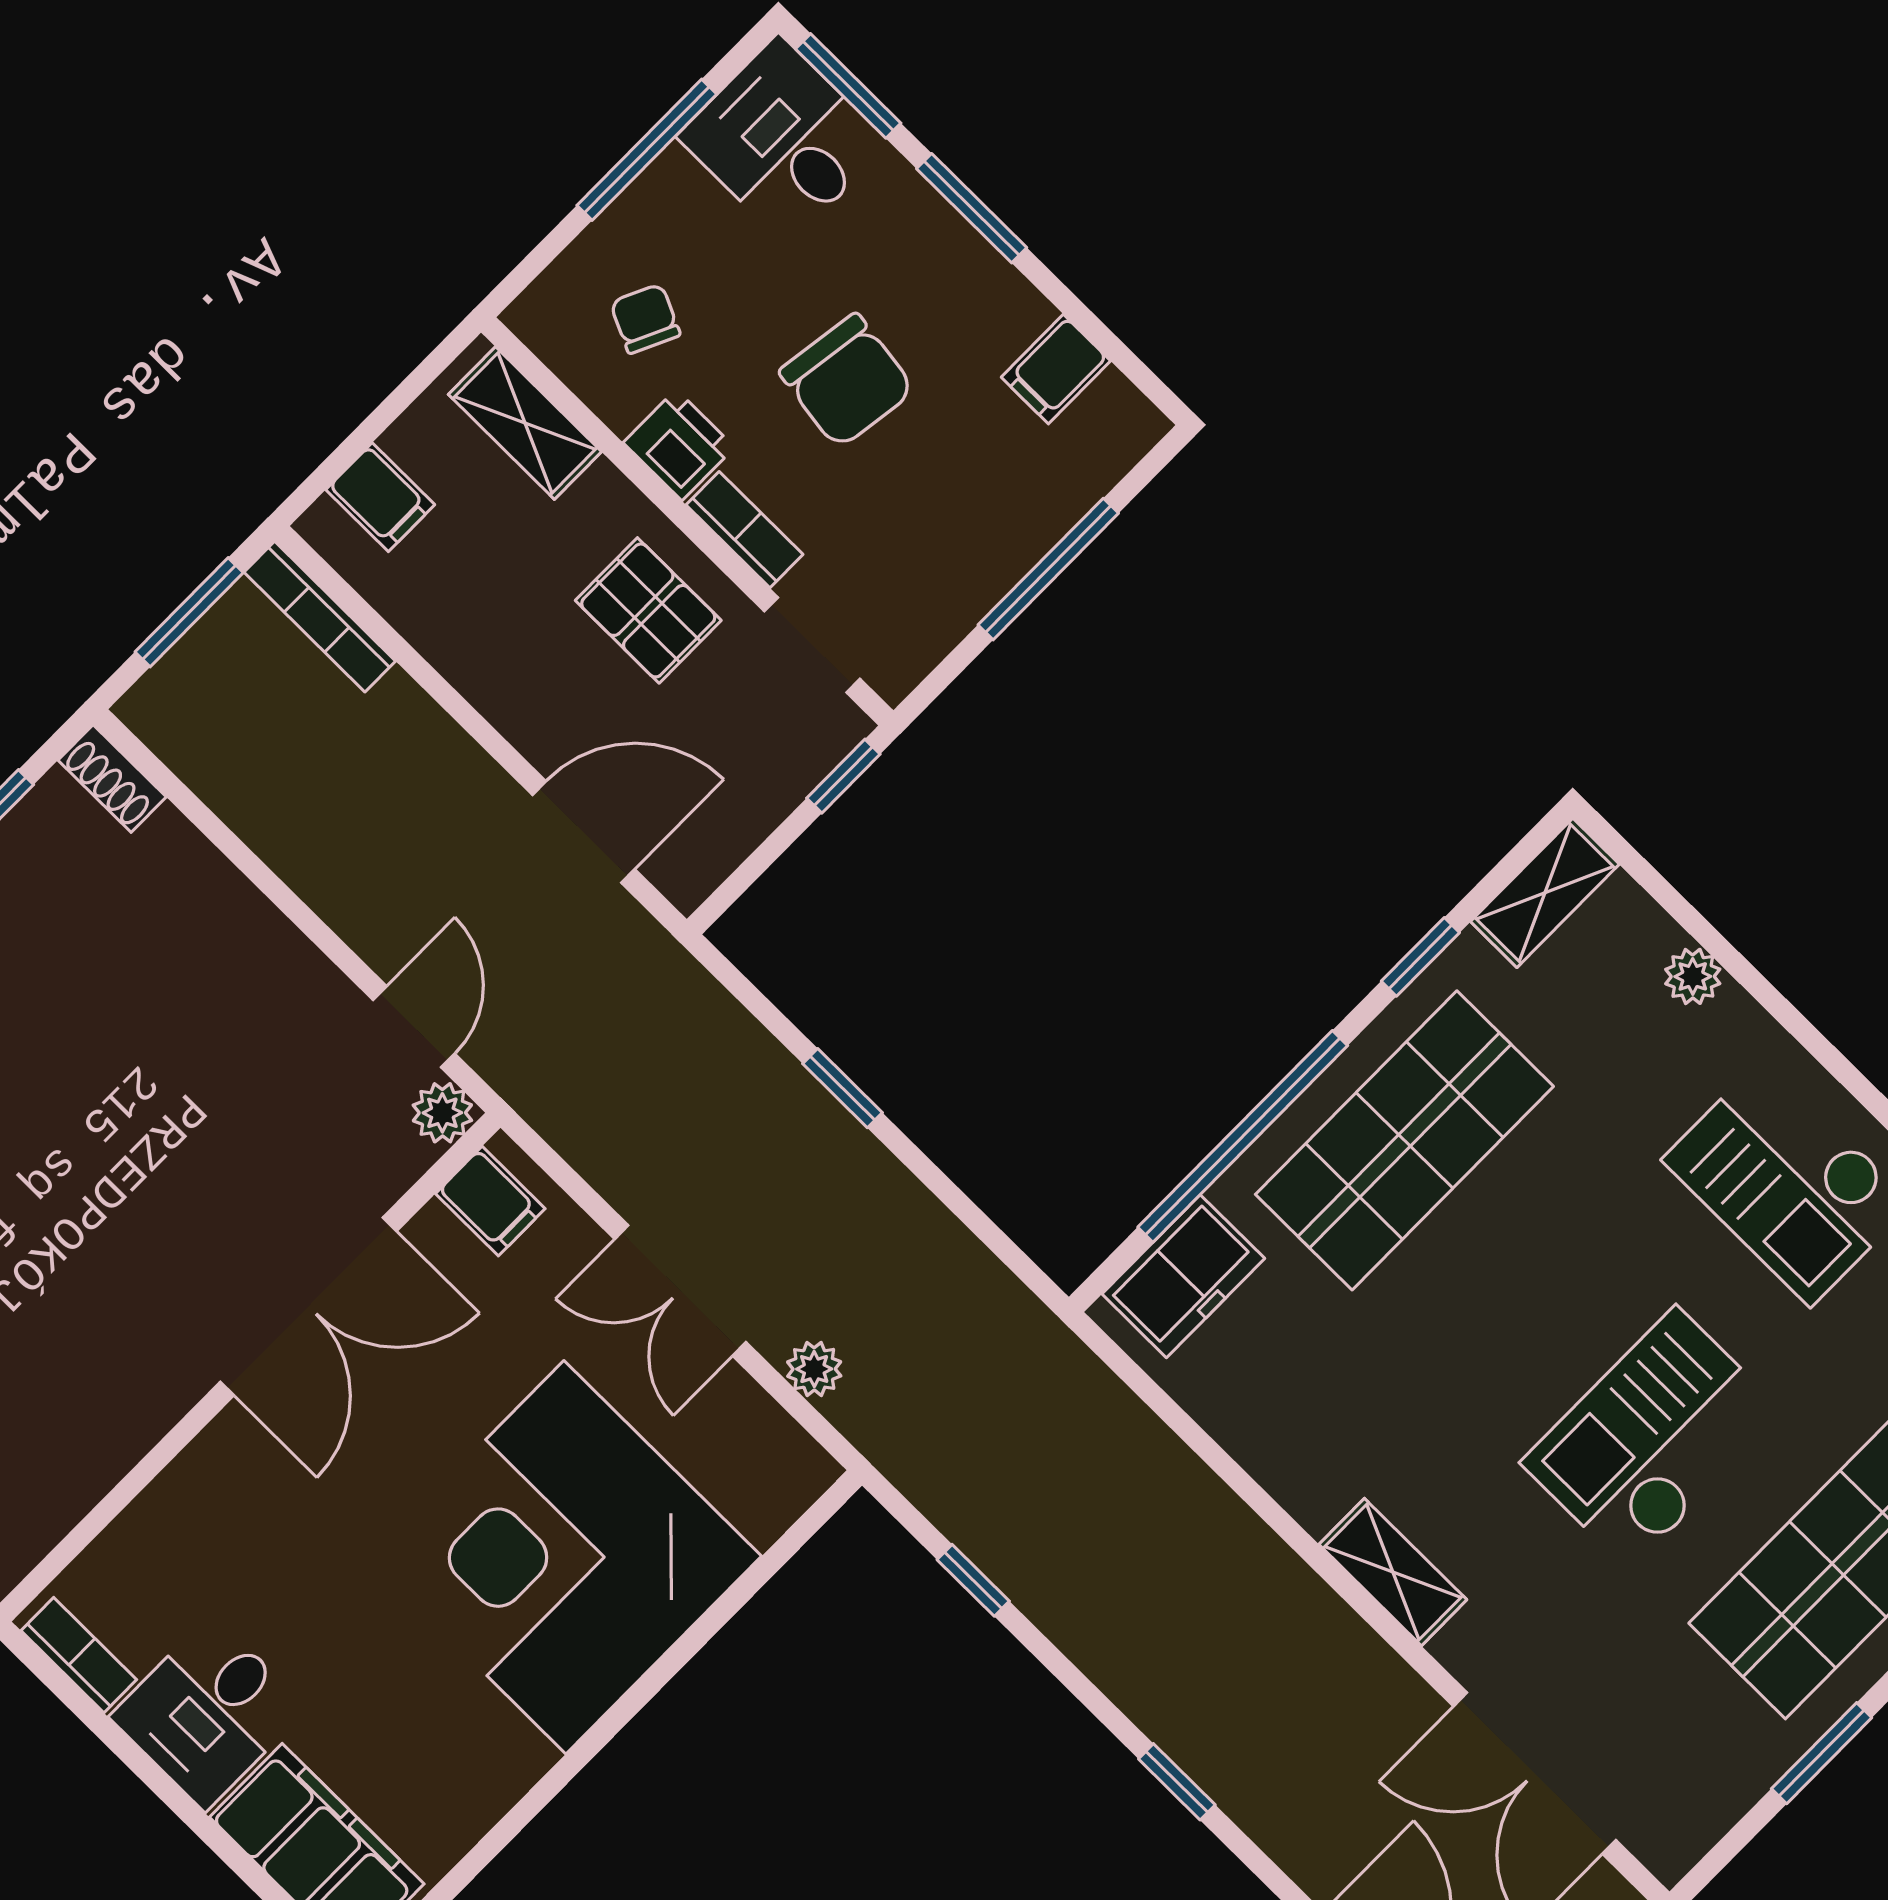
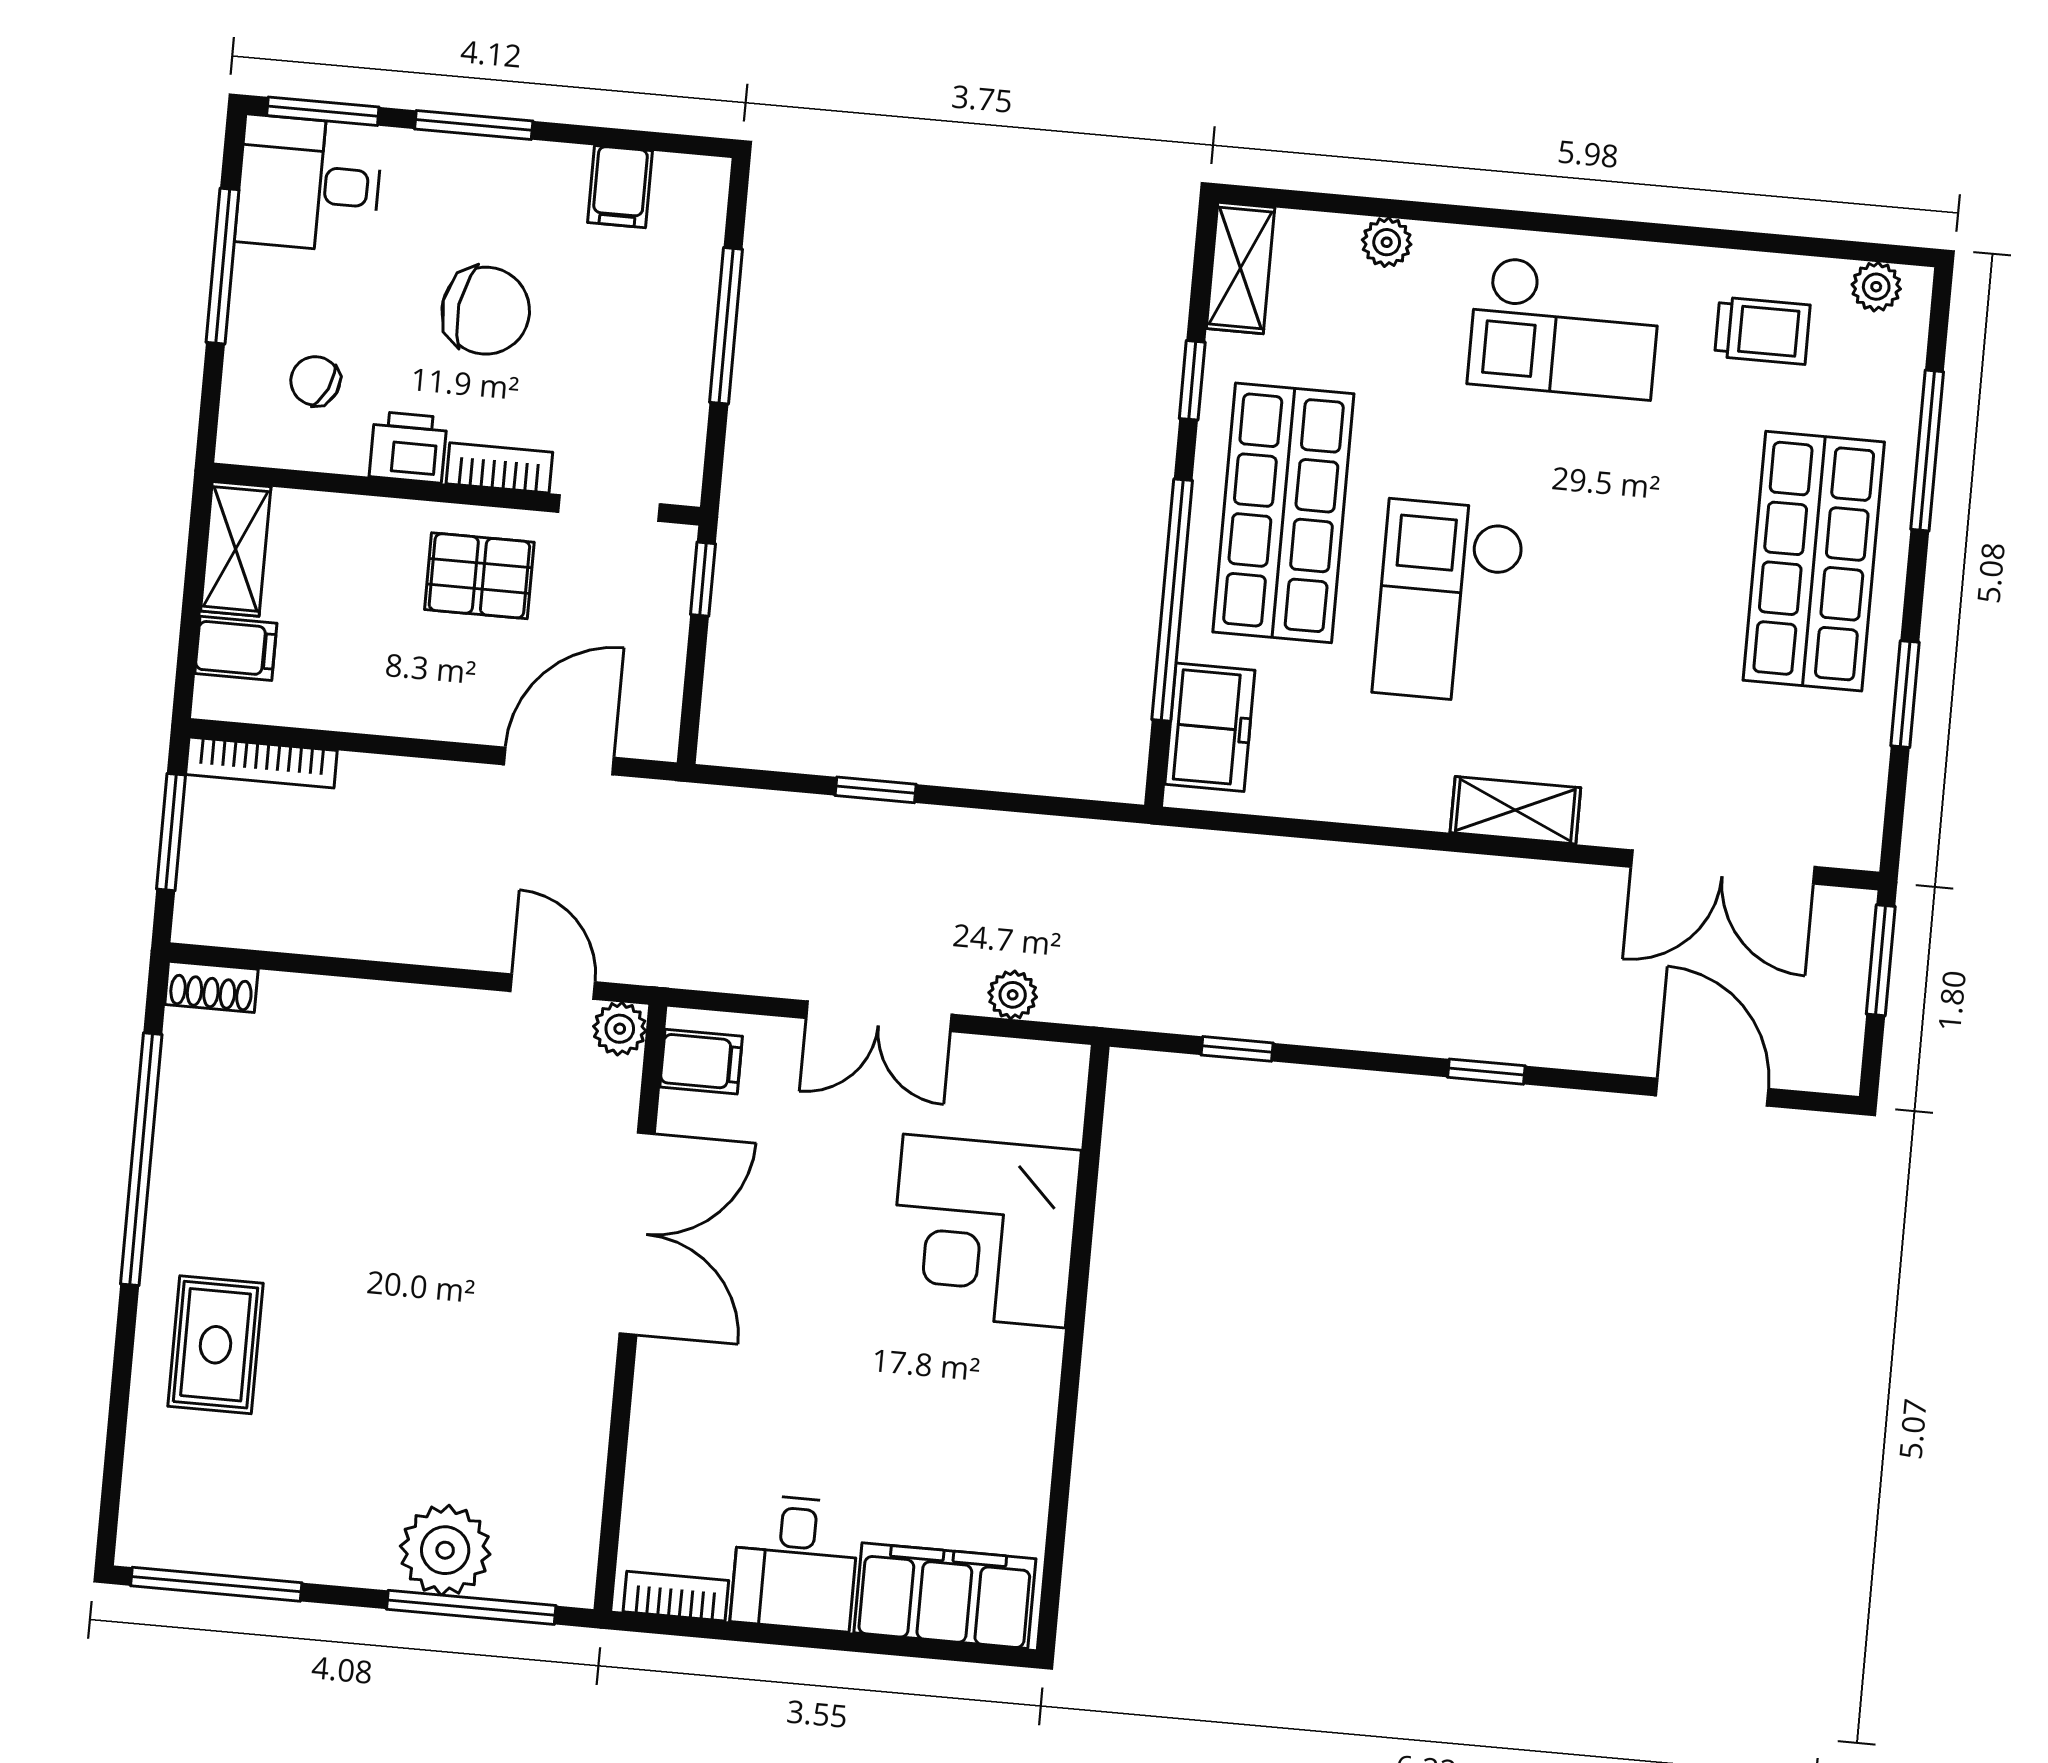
shelving: (525, 423) -> (236, 549), moved, turned 90
checkout: (1653, 1438) -> (1449, 601), moved
corner desk: (565, 1557) -> (984, 1231), width x0.74, depth x0.74

